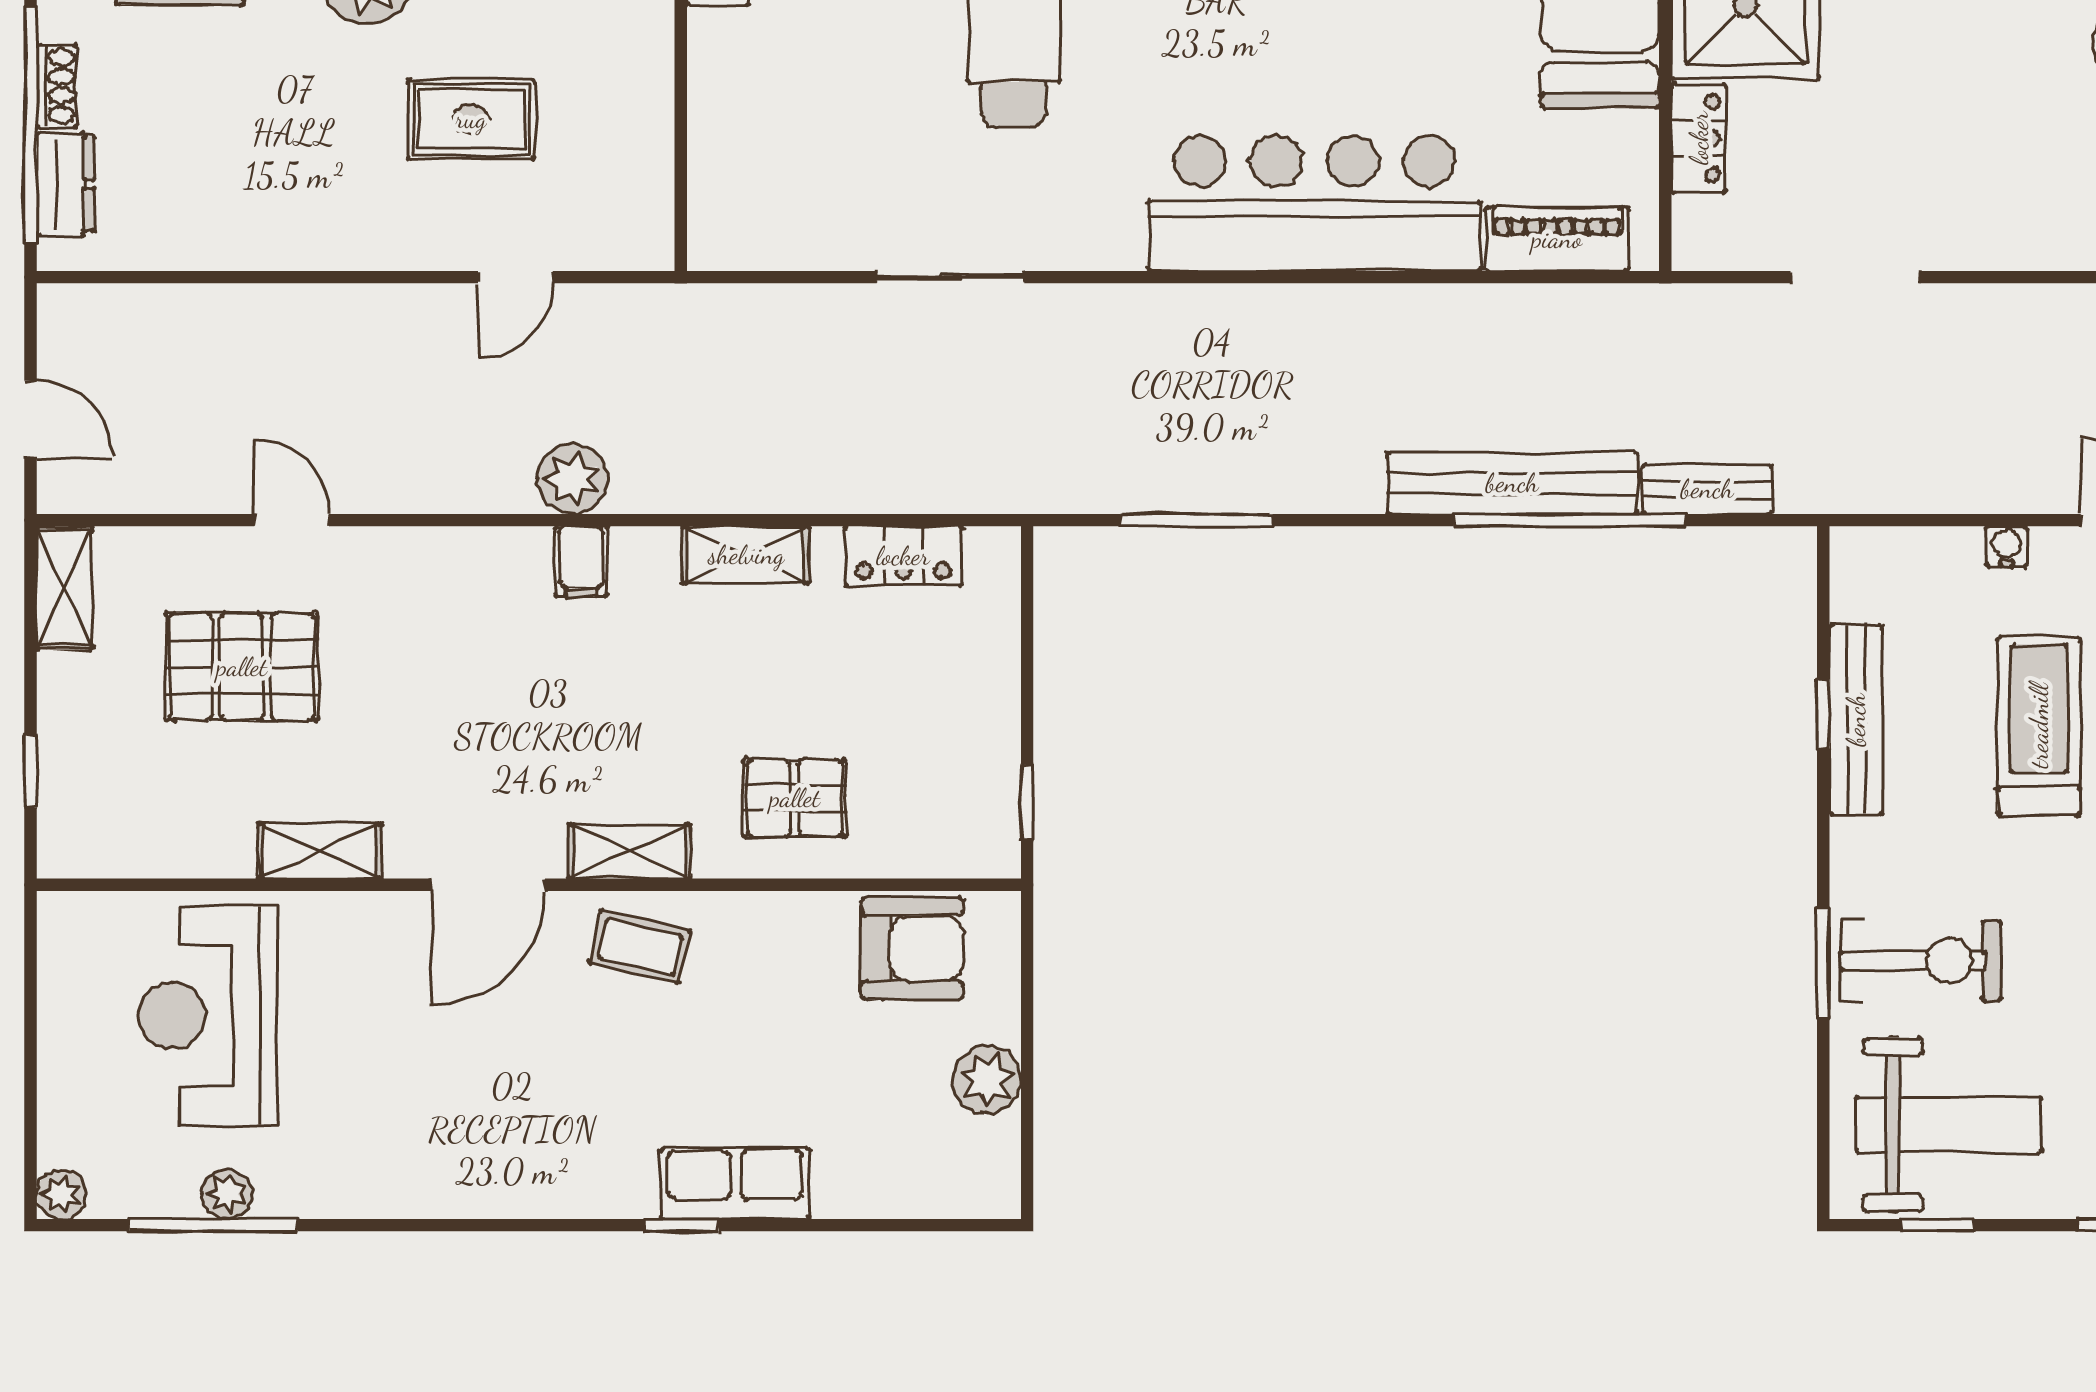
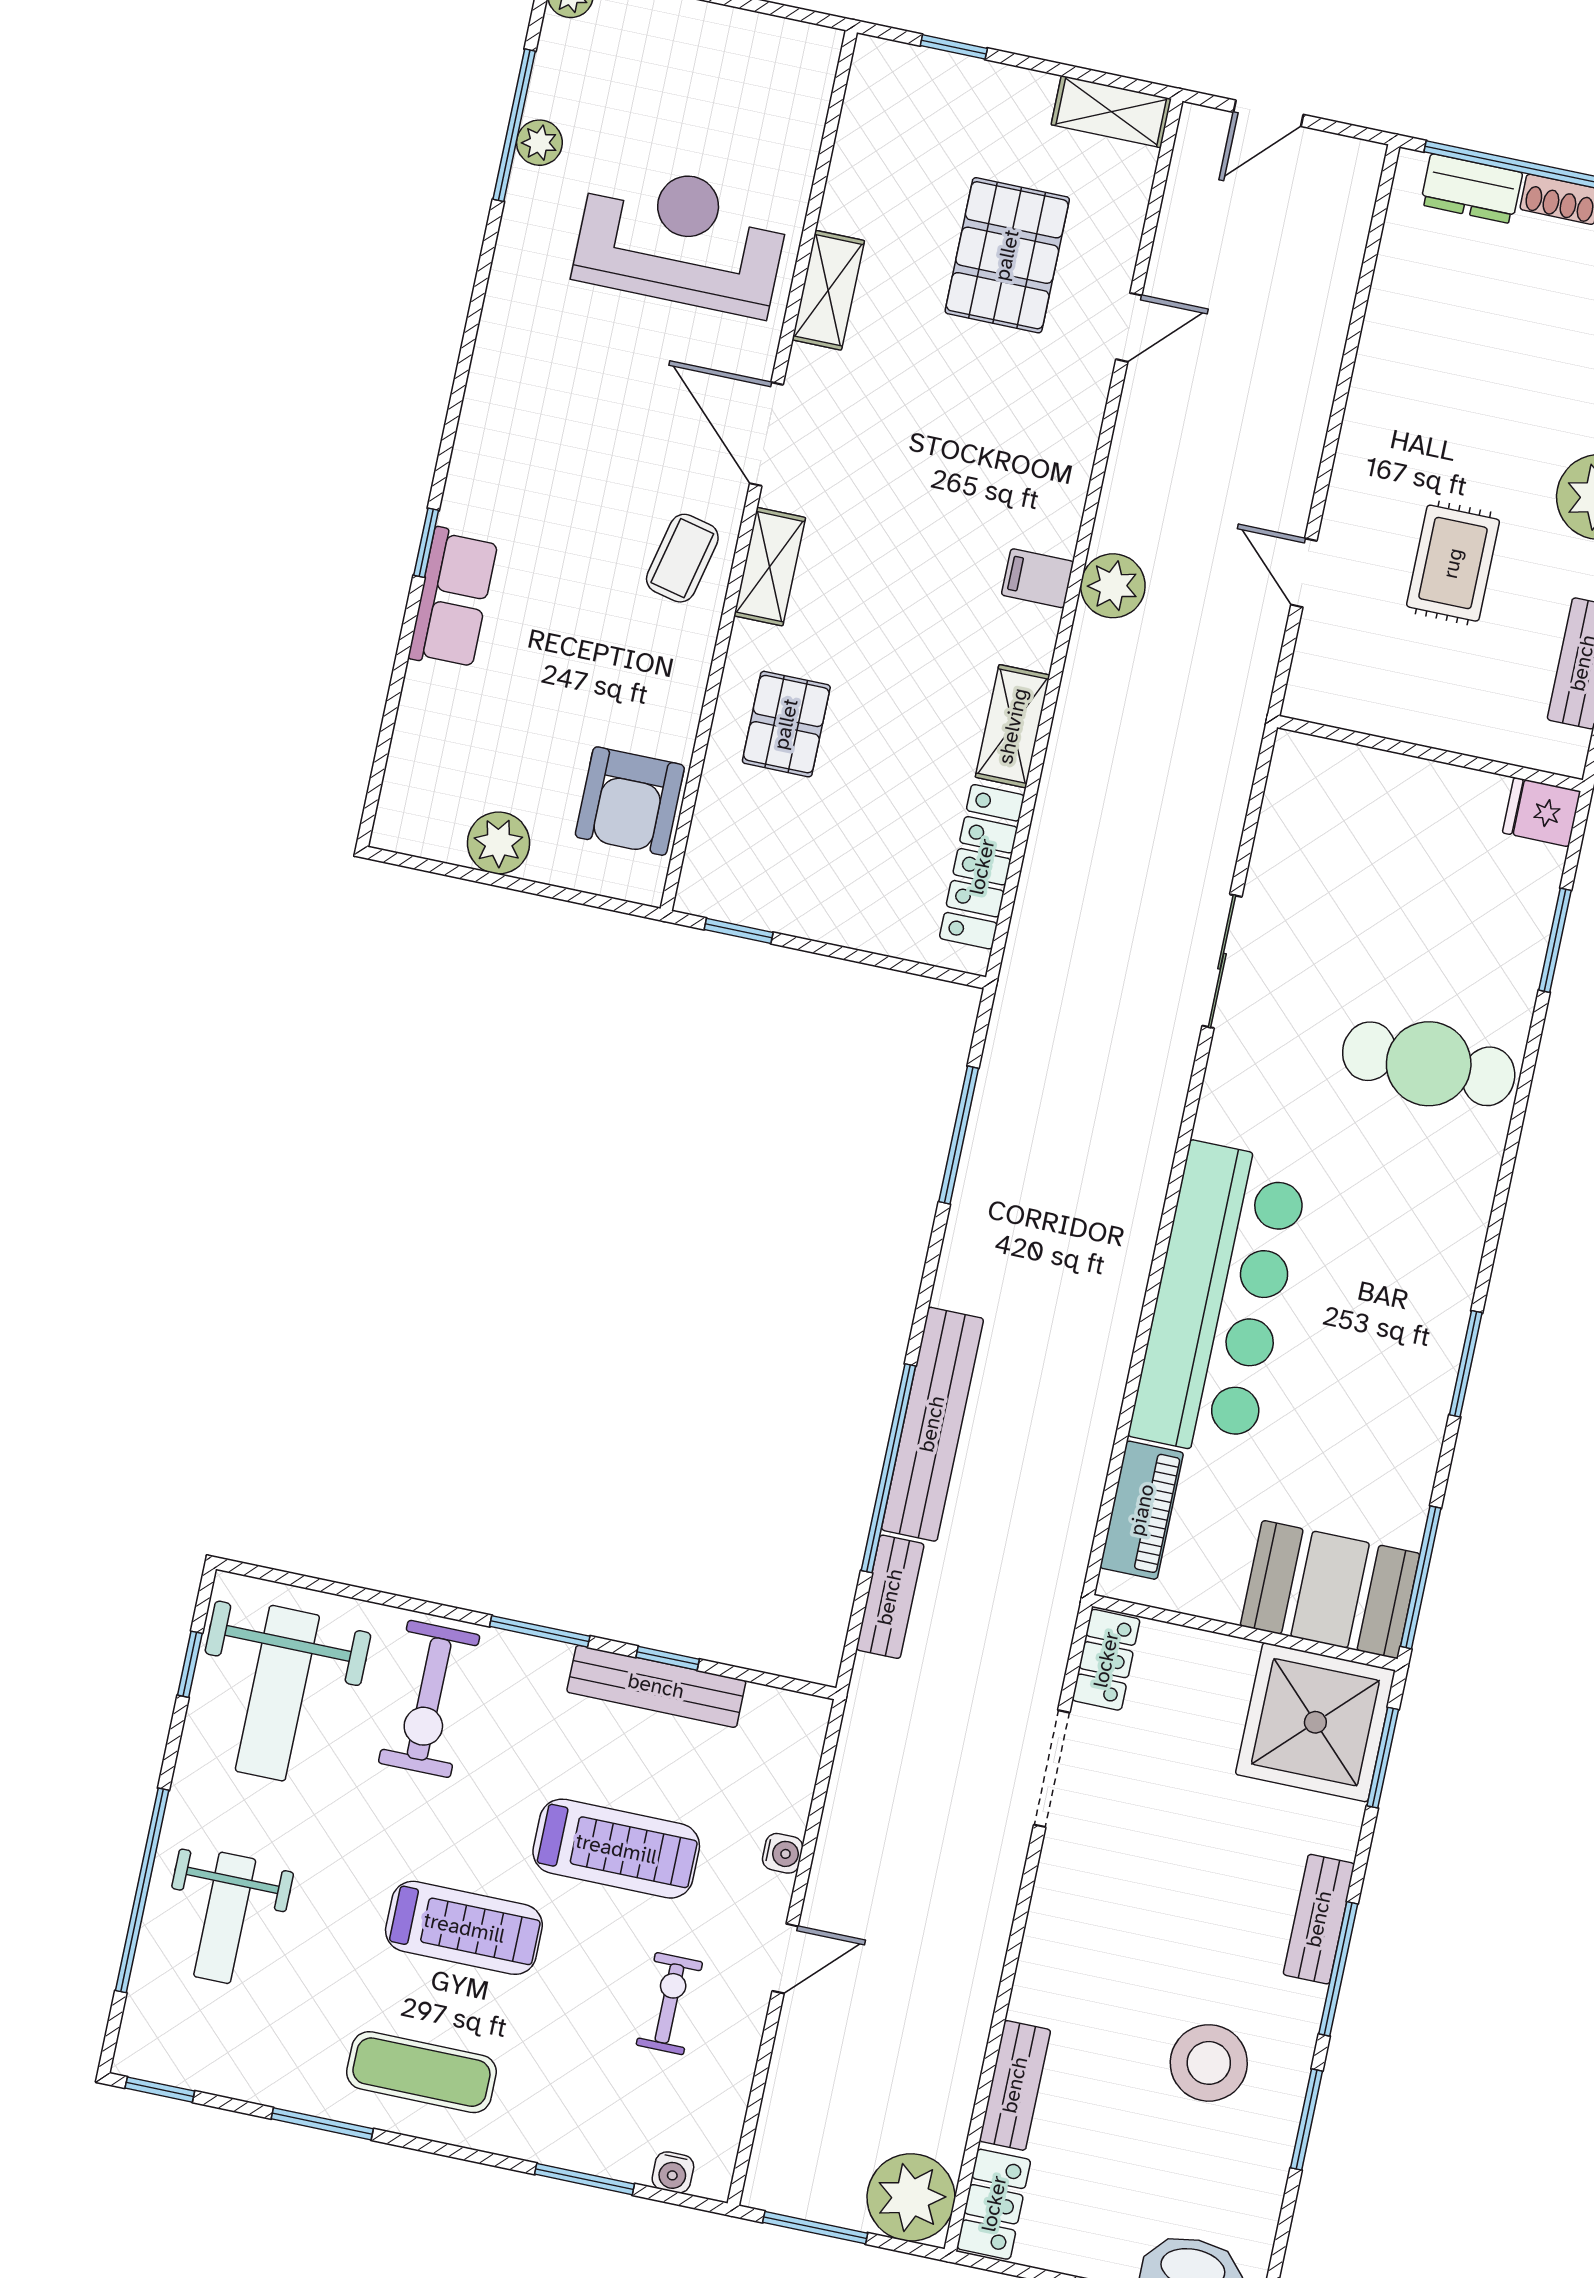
locker: (1699, 138) -> (1106, 1660), moved, turned -90
locker: (903, 556) -> (982, 867), width x1.53
window: (1823, 963) -> (540, 1631), moved
reception desk: (208, 1016) -> (681, 238), moved

